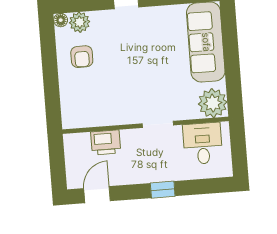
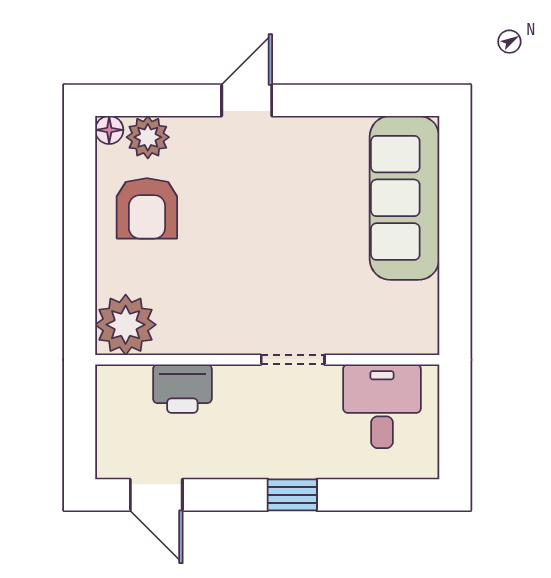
armchair: (82, 57) -> (147, 208), width x1.38, depth x1.38
plant: (213, 103) -> (126, 325), moved
door: (97, 195) -> (156, 495), swing flipped

